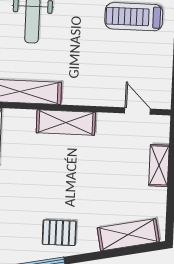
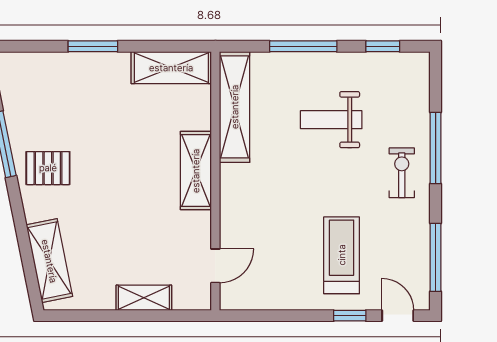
pallet: (59, 233) -> (48, 168), turned 90

